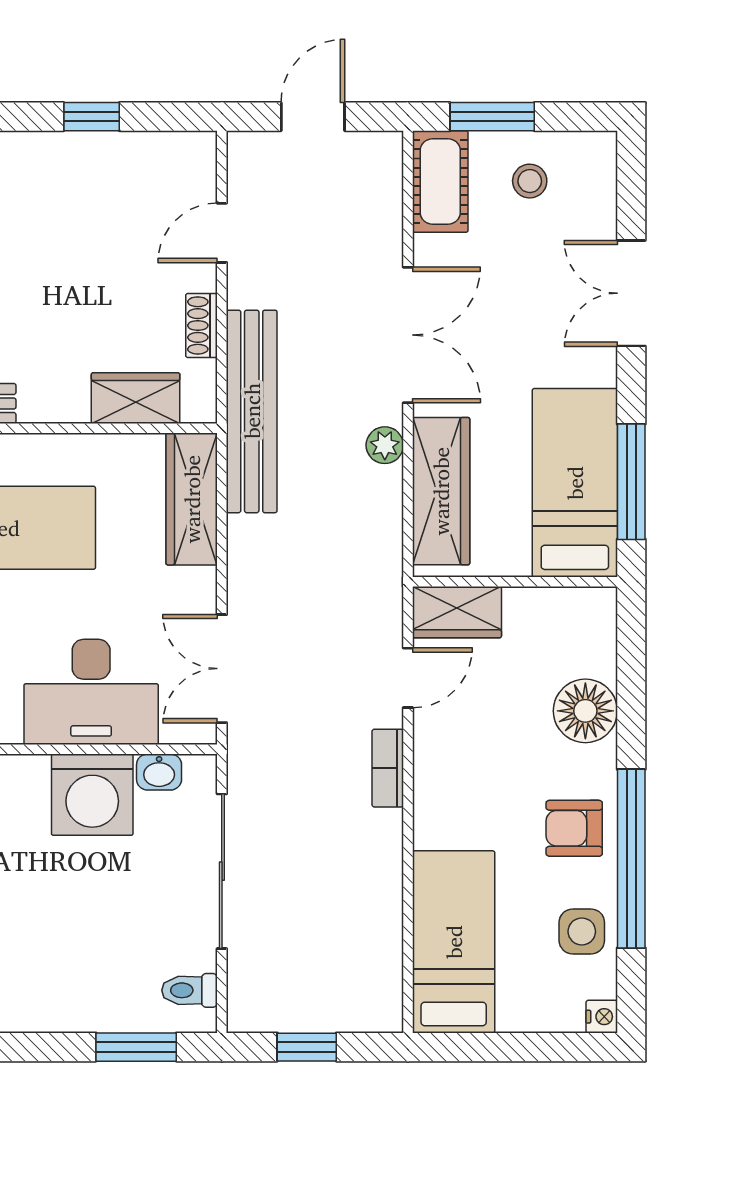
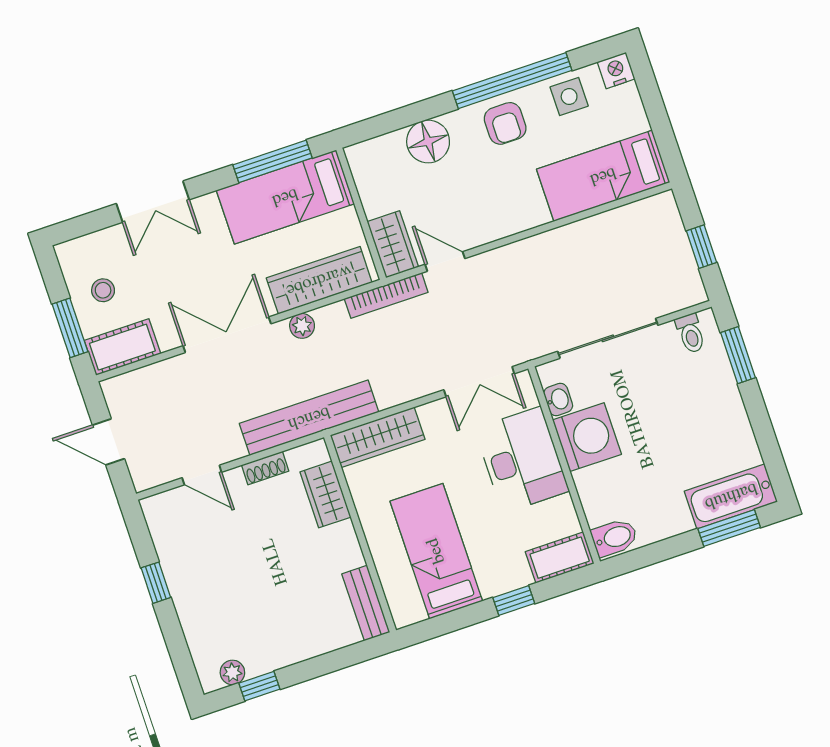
bookcase: (388, 768) -> (386, 295), moved, width x1.56
nightstand: (602, 1017) -> (616, 70), width x1.39, depth x1.35

